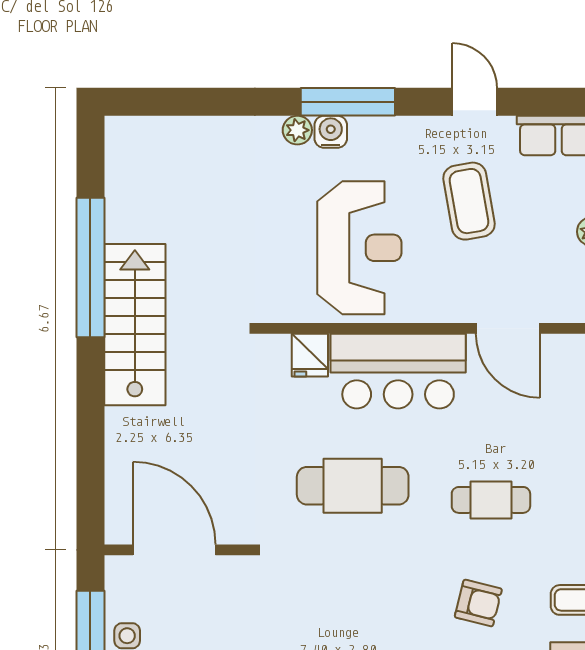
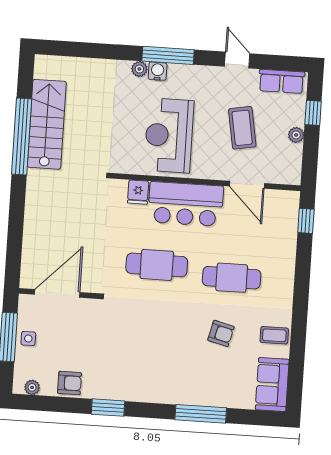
coffee table: (469, 201) -> (242, 128), moved
reception desk: (359, 248) -> (169, 135), turned 180
stairs: (135, 325) -> (47, 124), moved
cafe table: (491, 500) -> (232, 278), width x1.37, depth x1.35
door: (174, 550) -> (57, 293), hinge flipped

